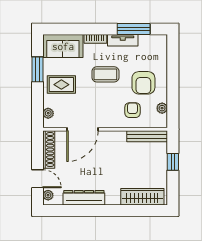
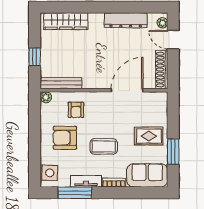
side table: (158, 48) -> (50, 173), added
armchair: (143, 83) -> (65, 138), turned -90
plant: (162, 108) -> (46, 97), moved
plant: (48, 113) -> (162, 107), removed

